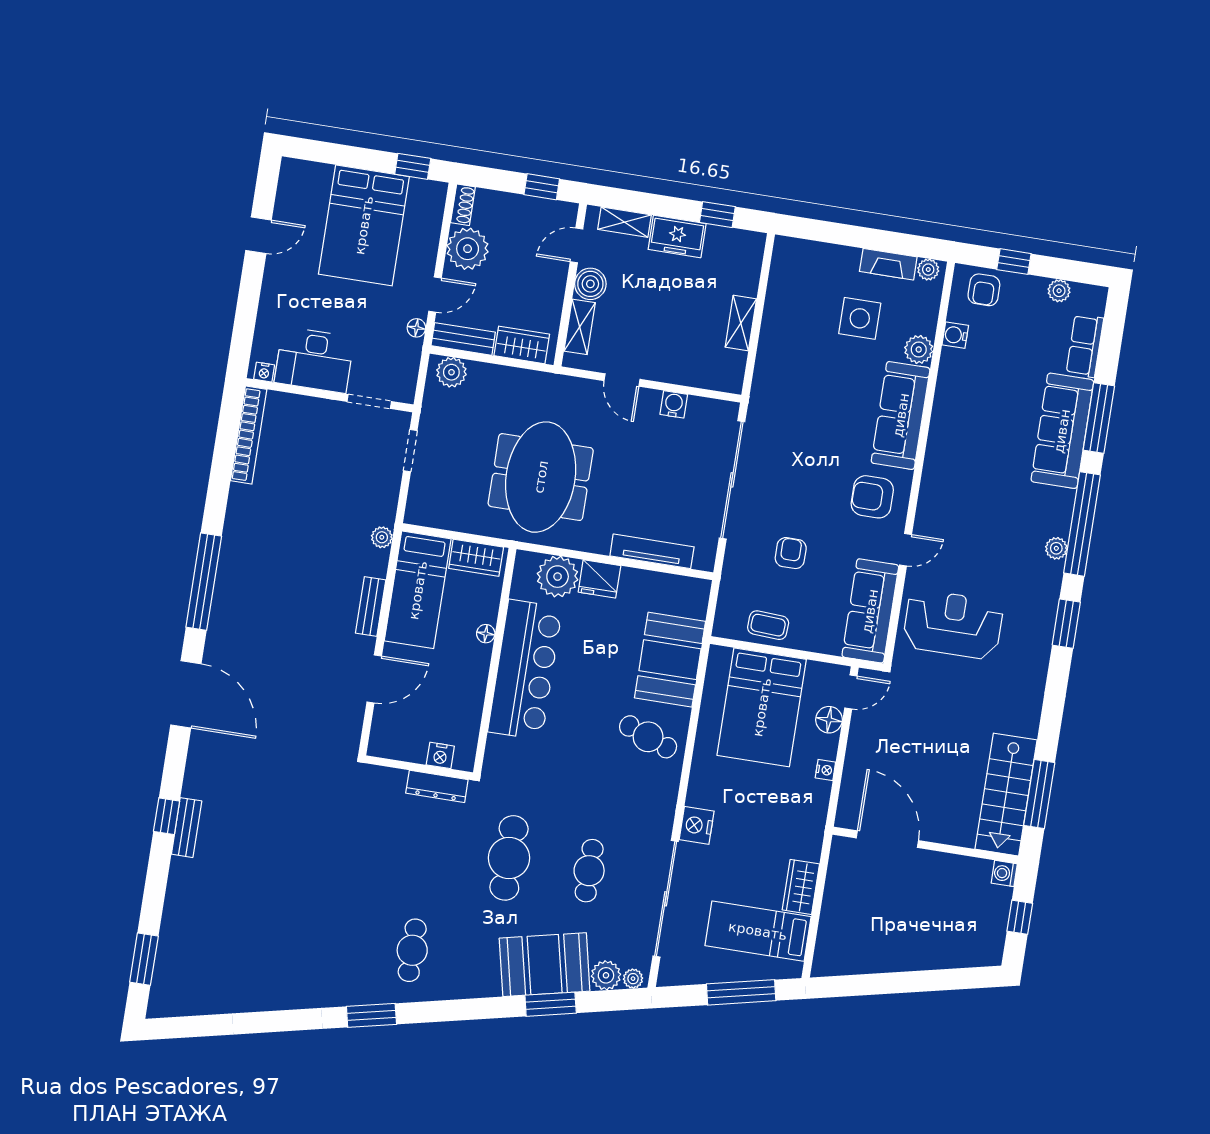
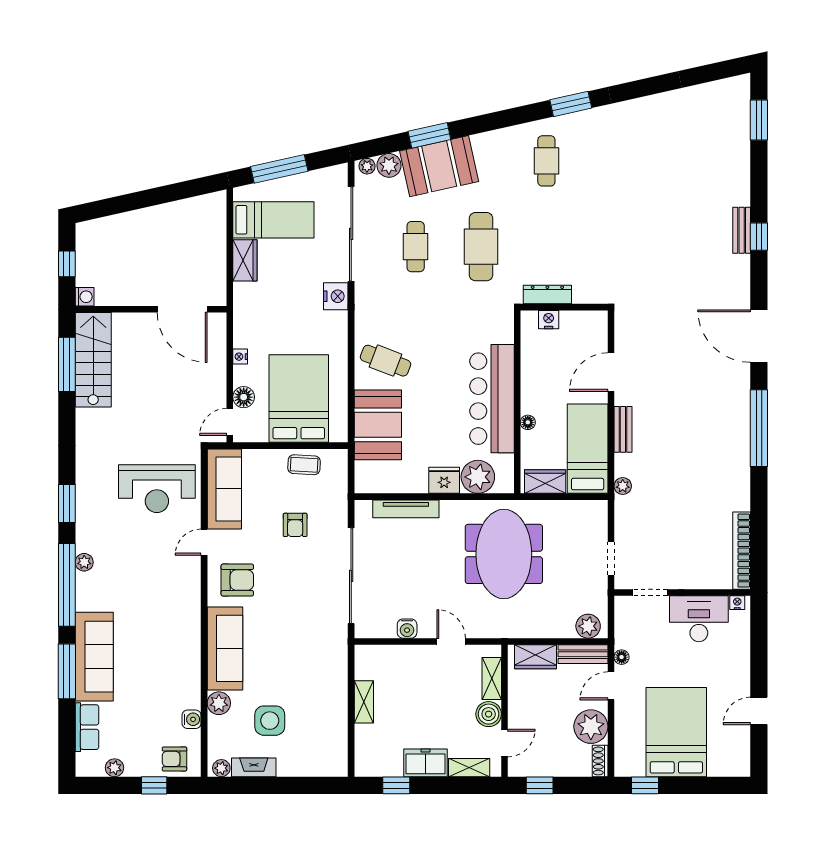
armchair: (984, 290) -> (174, 759), turned -90

